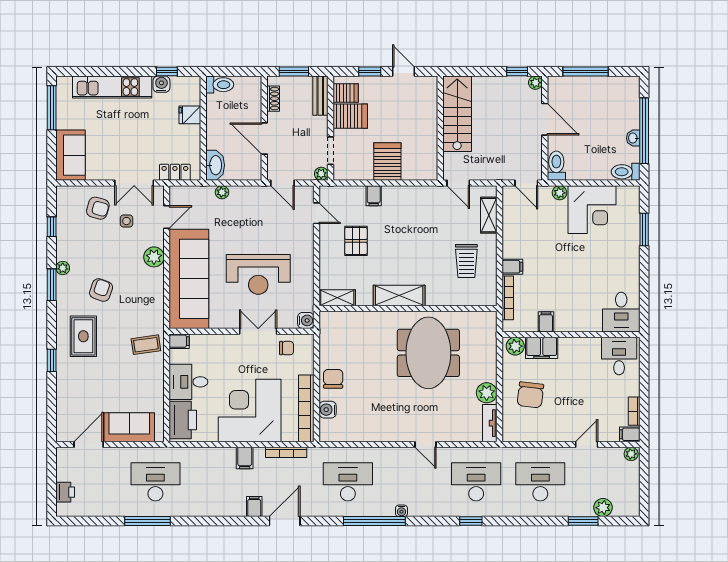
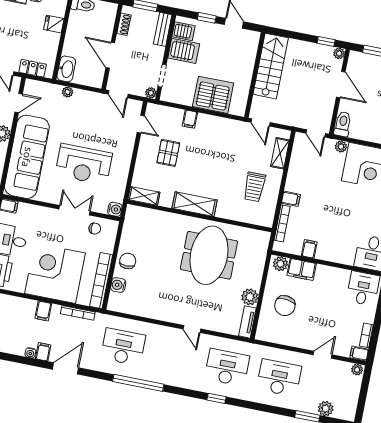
server rack: (387, 161) -> (213, 95), width x1.60
water cooler: (401, 511) -> (30, 353), moved

